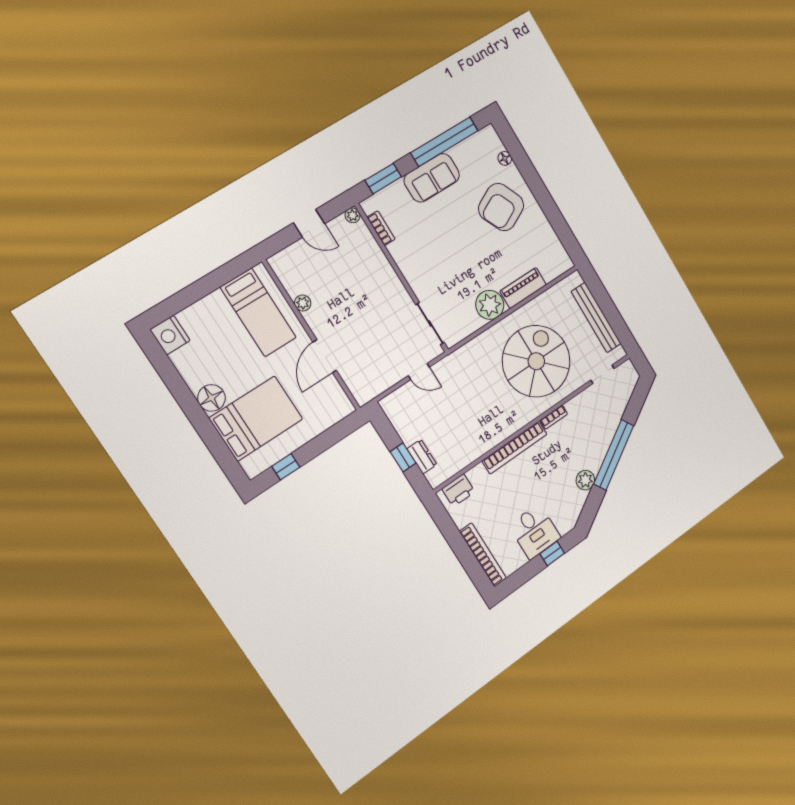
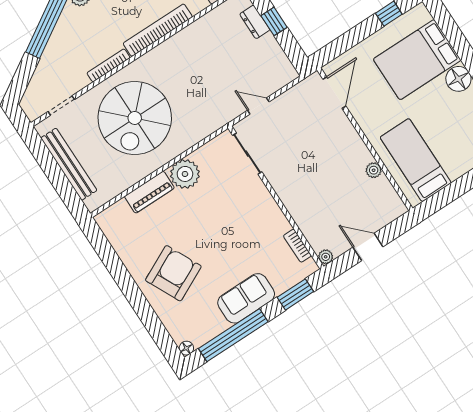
floor lamp: (505, 158) -> (186, 348), moved
door: (325, 356) -> (334, 93), moved
bookcase: (554, 417) -> (108, 65), width x1.56

